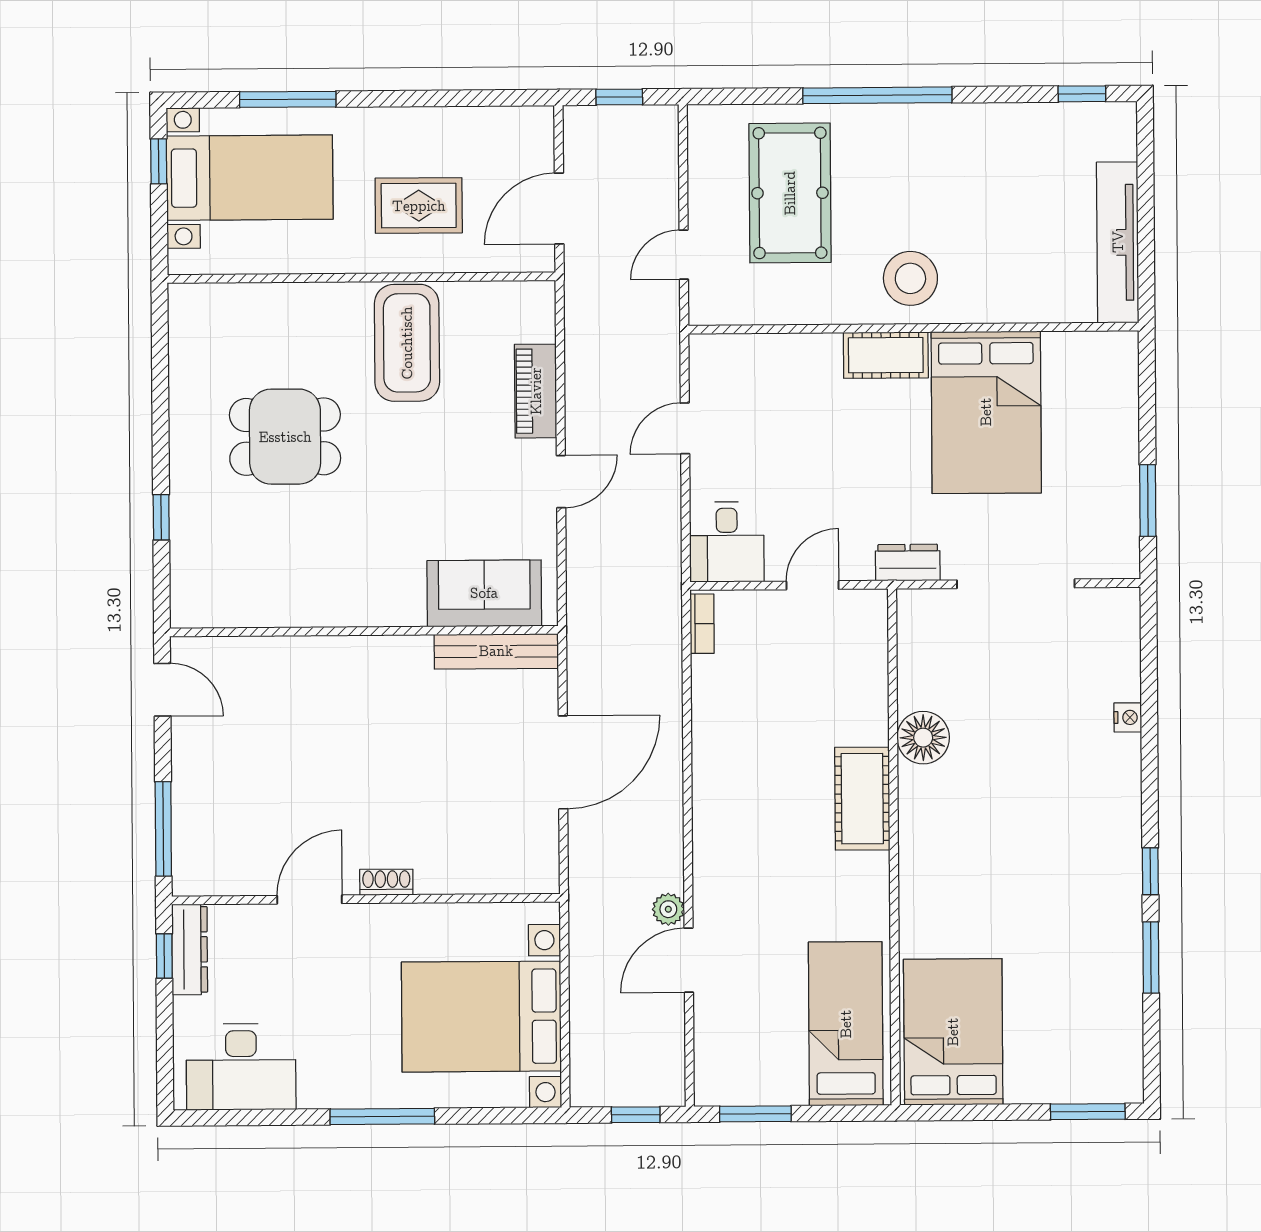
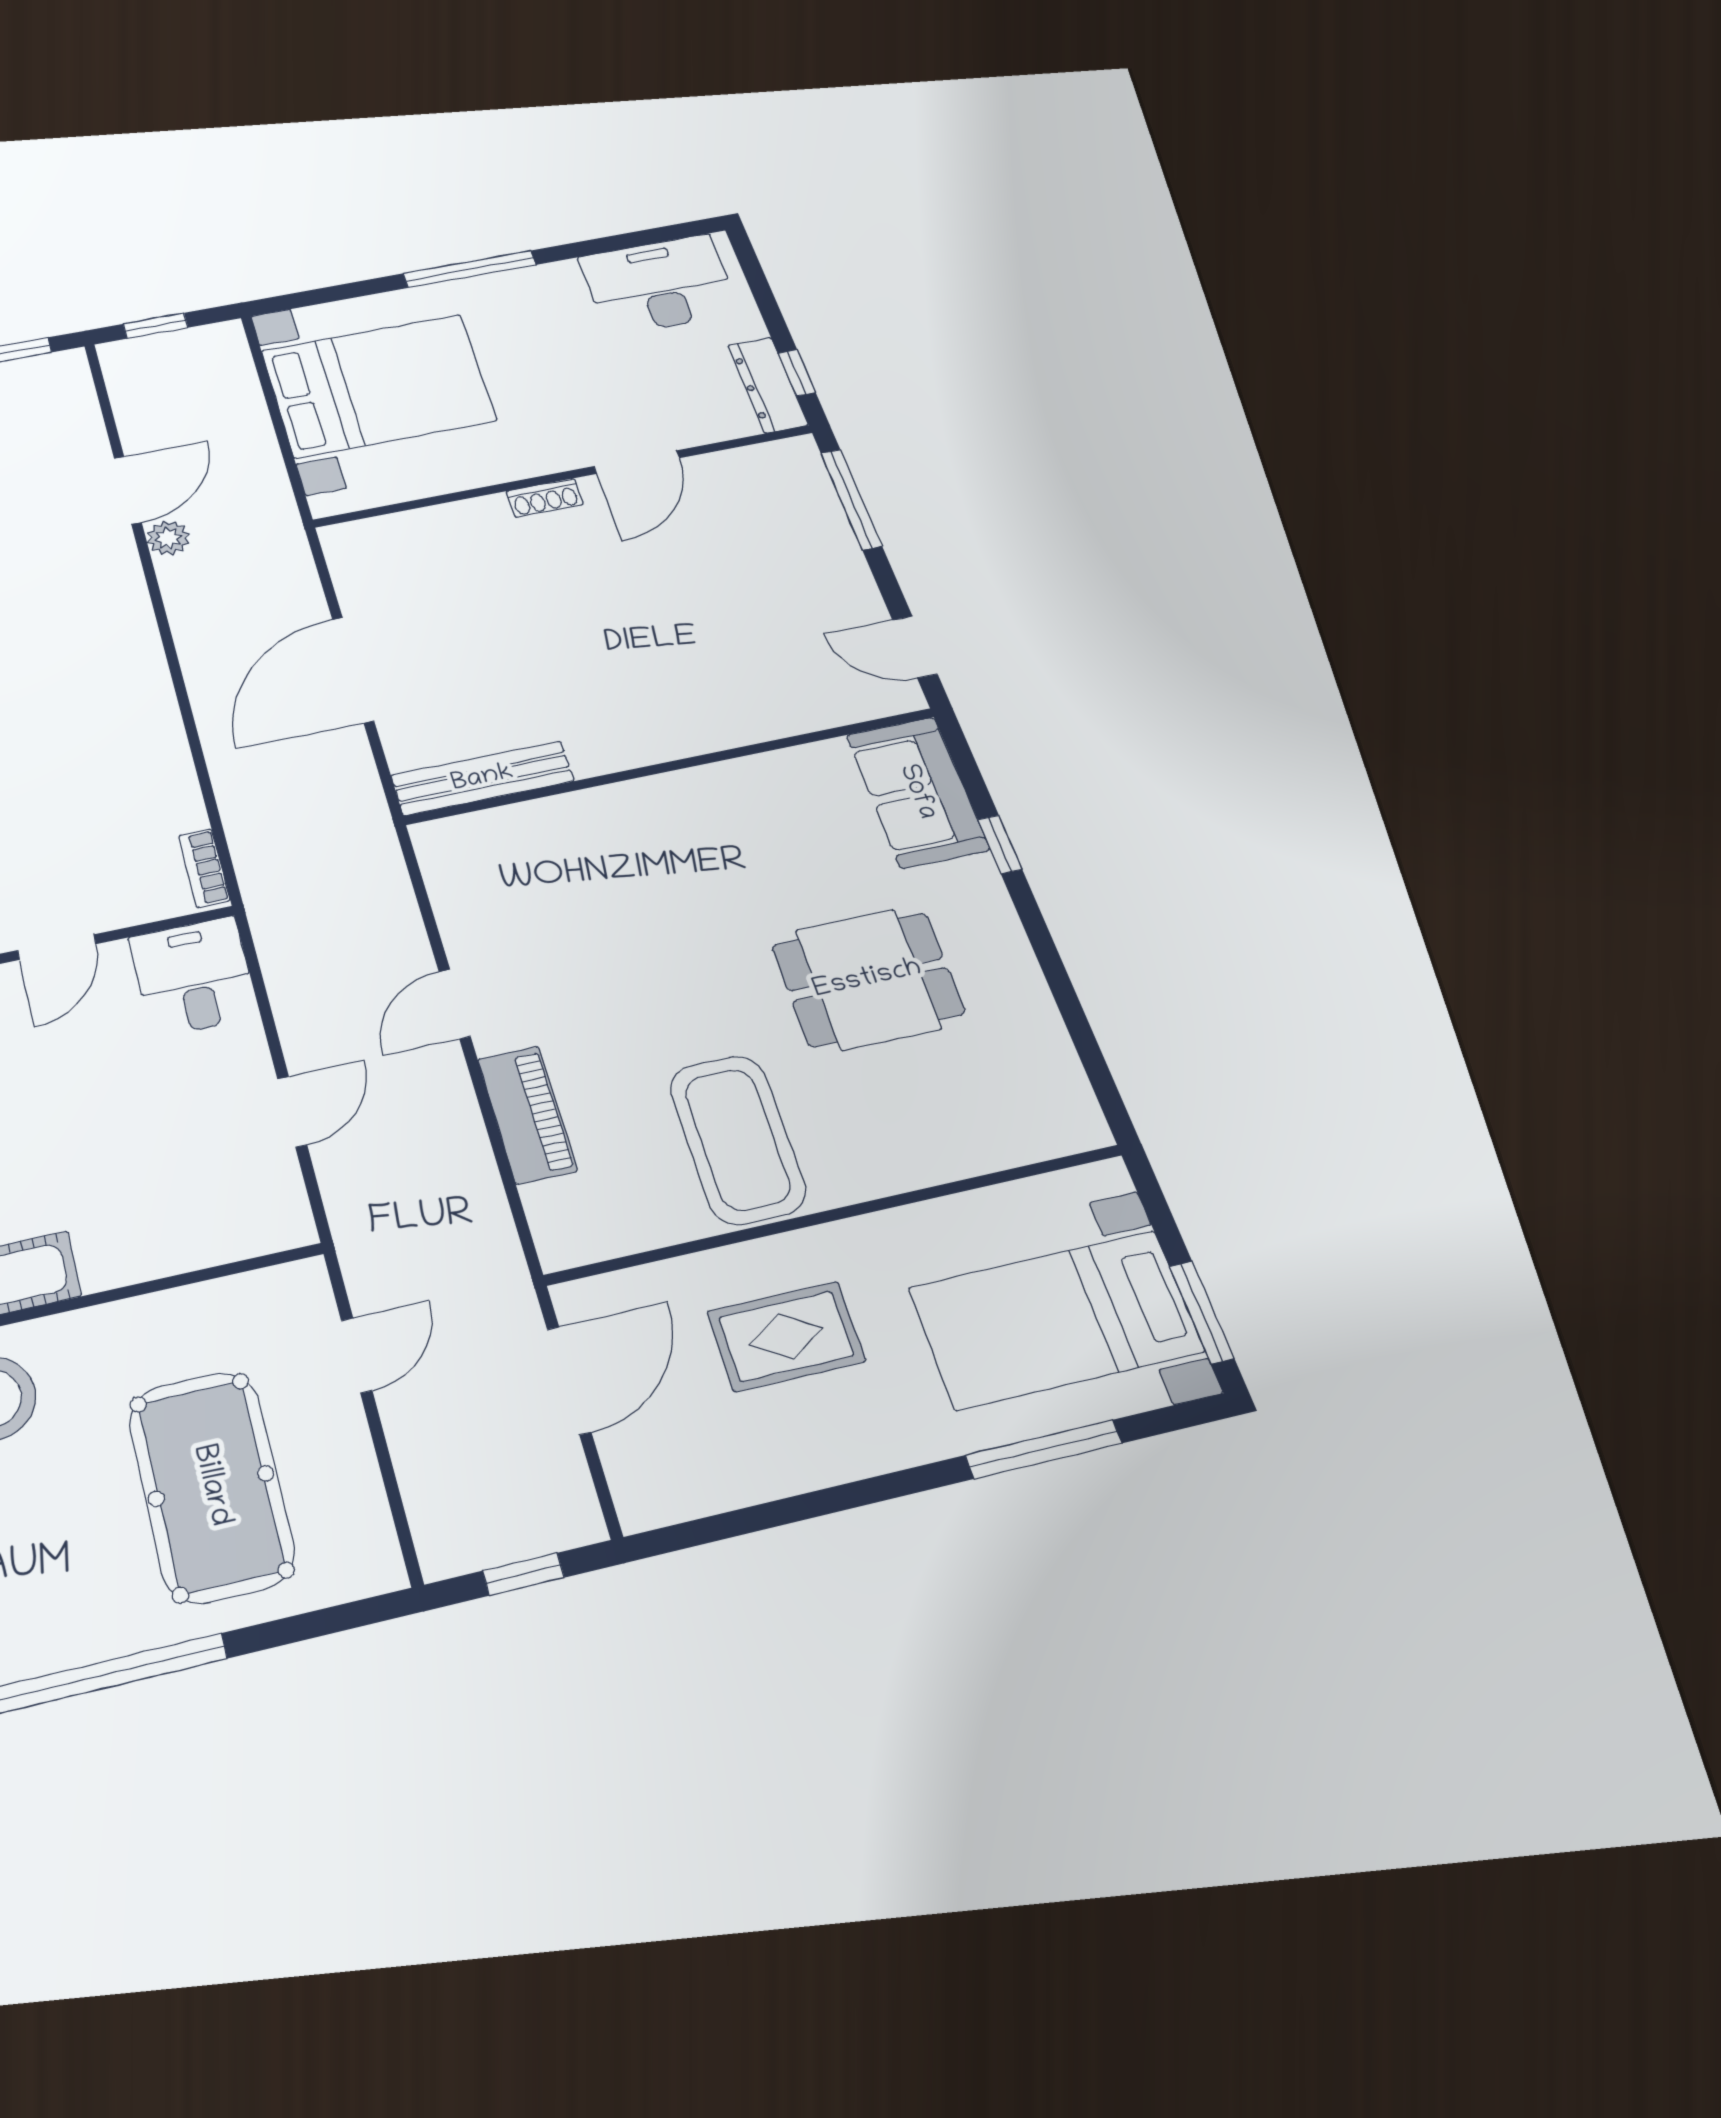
window: (159, 161) -> (1202, 1312), width x1.50
sofa: (484, 593) -> (917, 792), moved, turned 90

